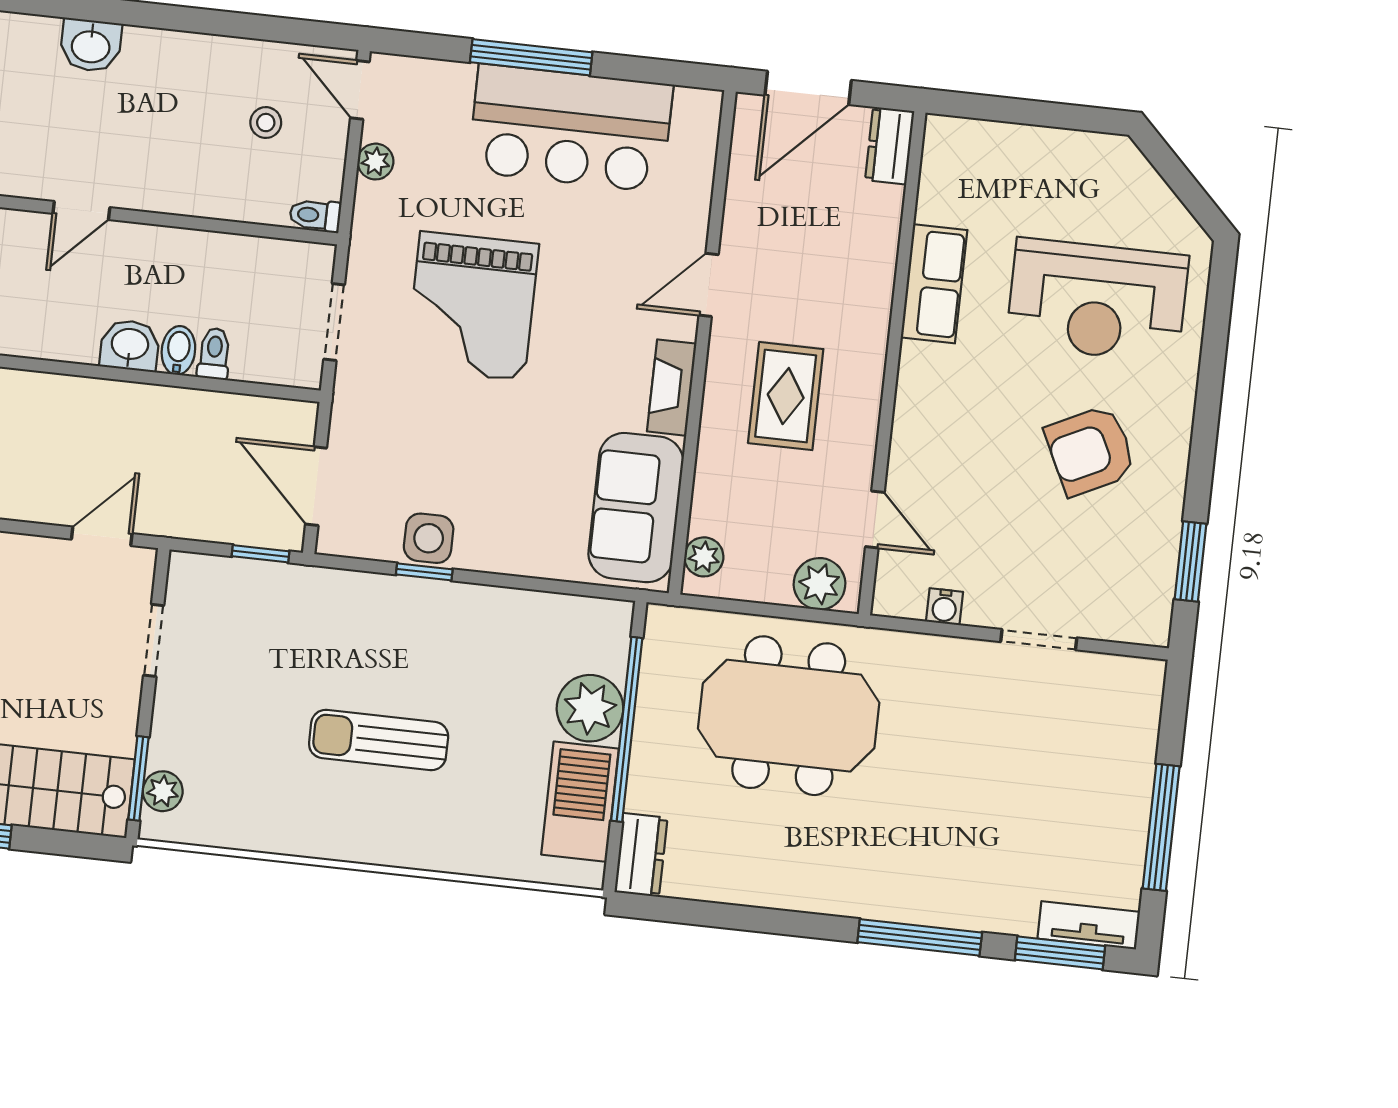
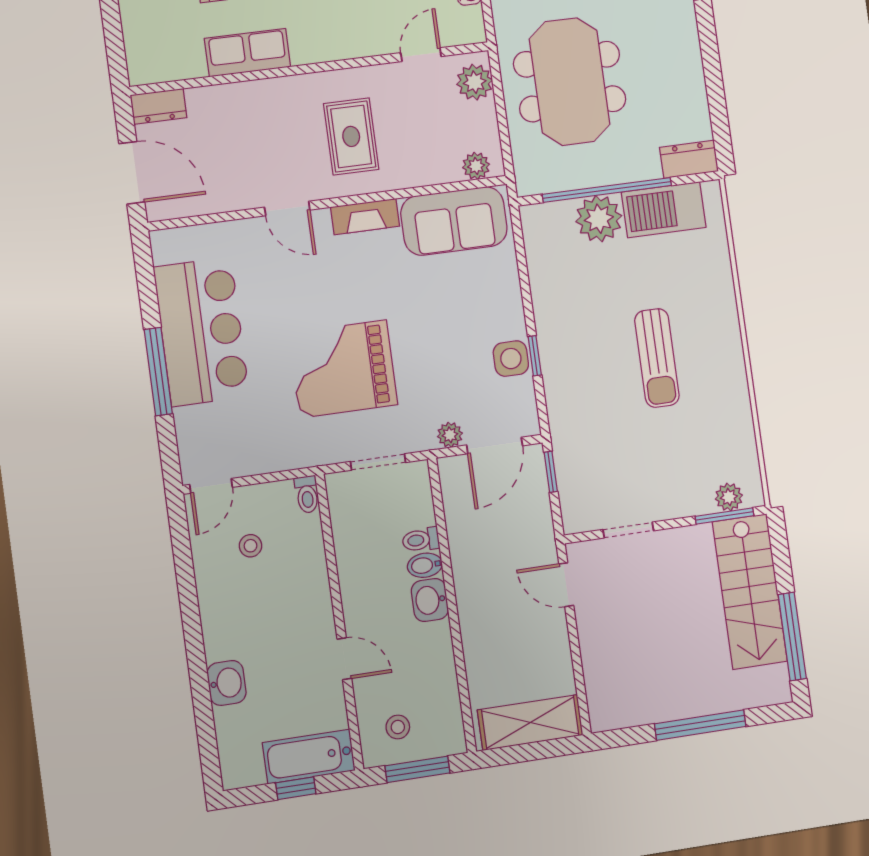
plant: (375, 162) -> (450, 435), moved
grand piano: (472, 306) -> (343, 369), turned 180
rug: (786, 396) -> (351, 136), turned 90

